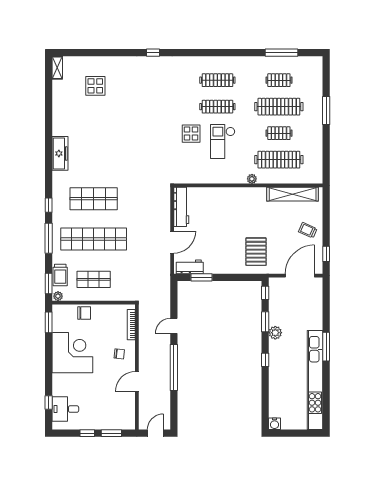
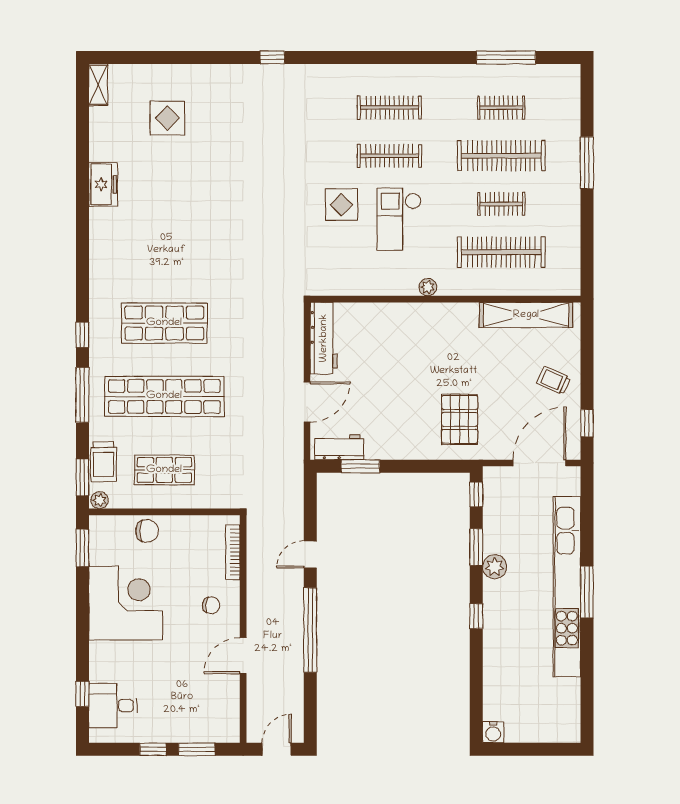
freezer: (60, 153) -> (103, 184), moved, width x0.71
plant: (252, 179) -> (428, 287), moved
kitchen unit: (315, 380) -> (567, 587), moved

